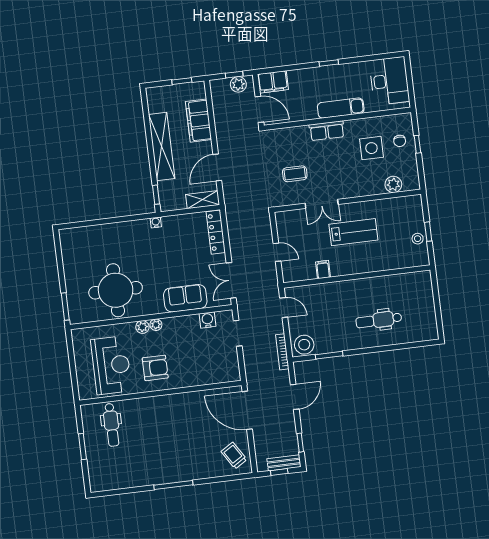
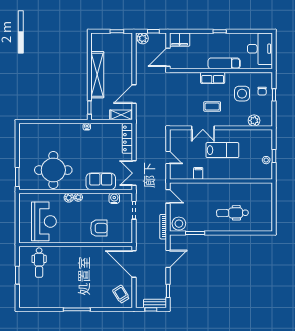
plant: (238, 84) -> (143, 38), moved
door: (259, 109) -> (168, 57), swing flipped
filing cabinet: (199, 121) -> (125, 60), removed
coffee table: (295, 174) -> (212, 107), moved
armchair: (155, 368) -> (99, 228), moved

